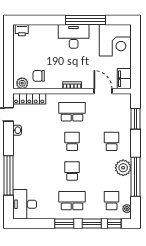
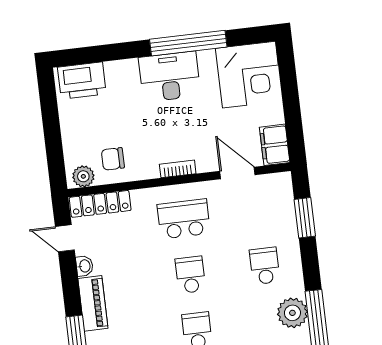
printer: (22, 30) -> (82, 81), width x1.87, depth x1.48
piano: (19, 150) -> (93, 303), added

